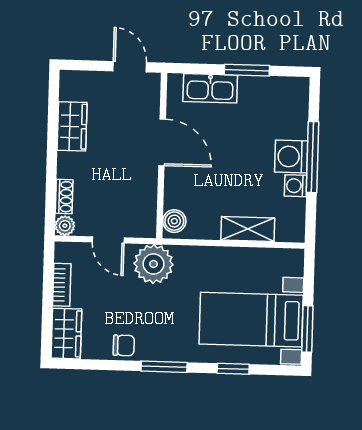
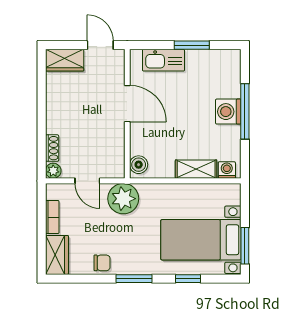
wardrobe: (72, 126) -> (65, 60), moved, turned 90
washing machine: (296, 186) -> (227, 170), moved, turned 90

